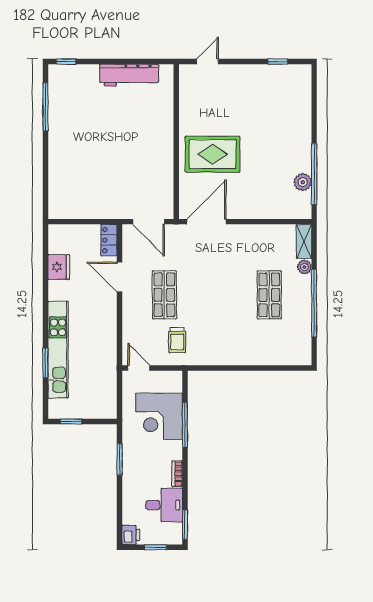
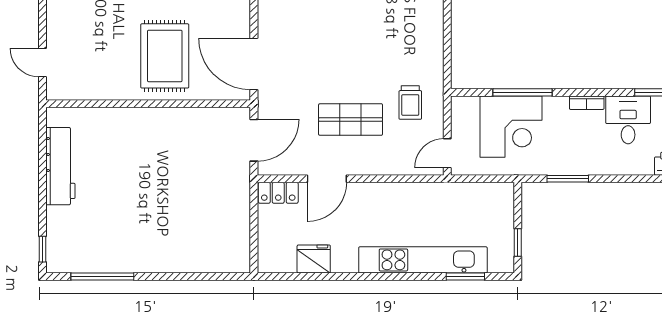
trolley: (177, 340) -> (410, 103), turned 90
window: (45, 363) -> (465, 277), moved

